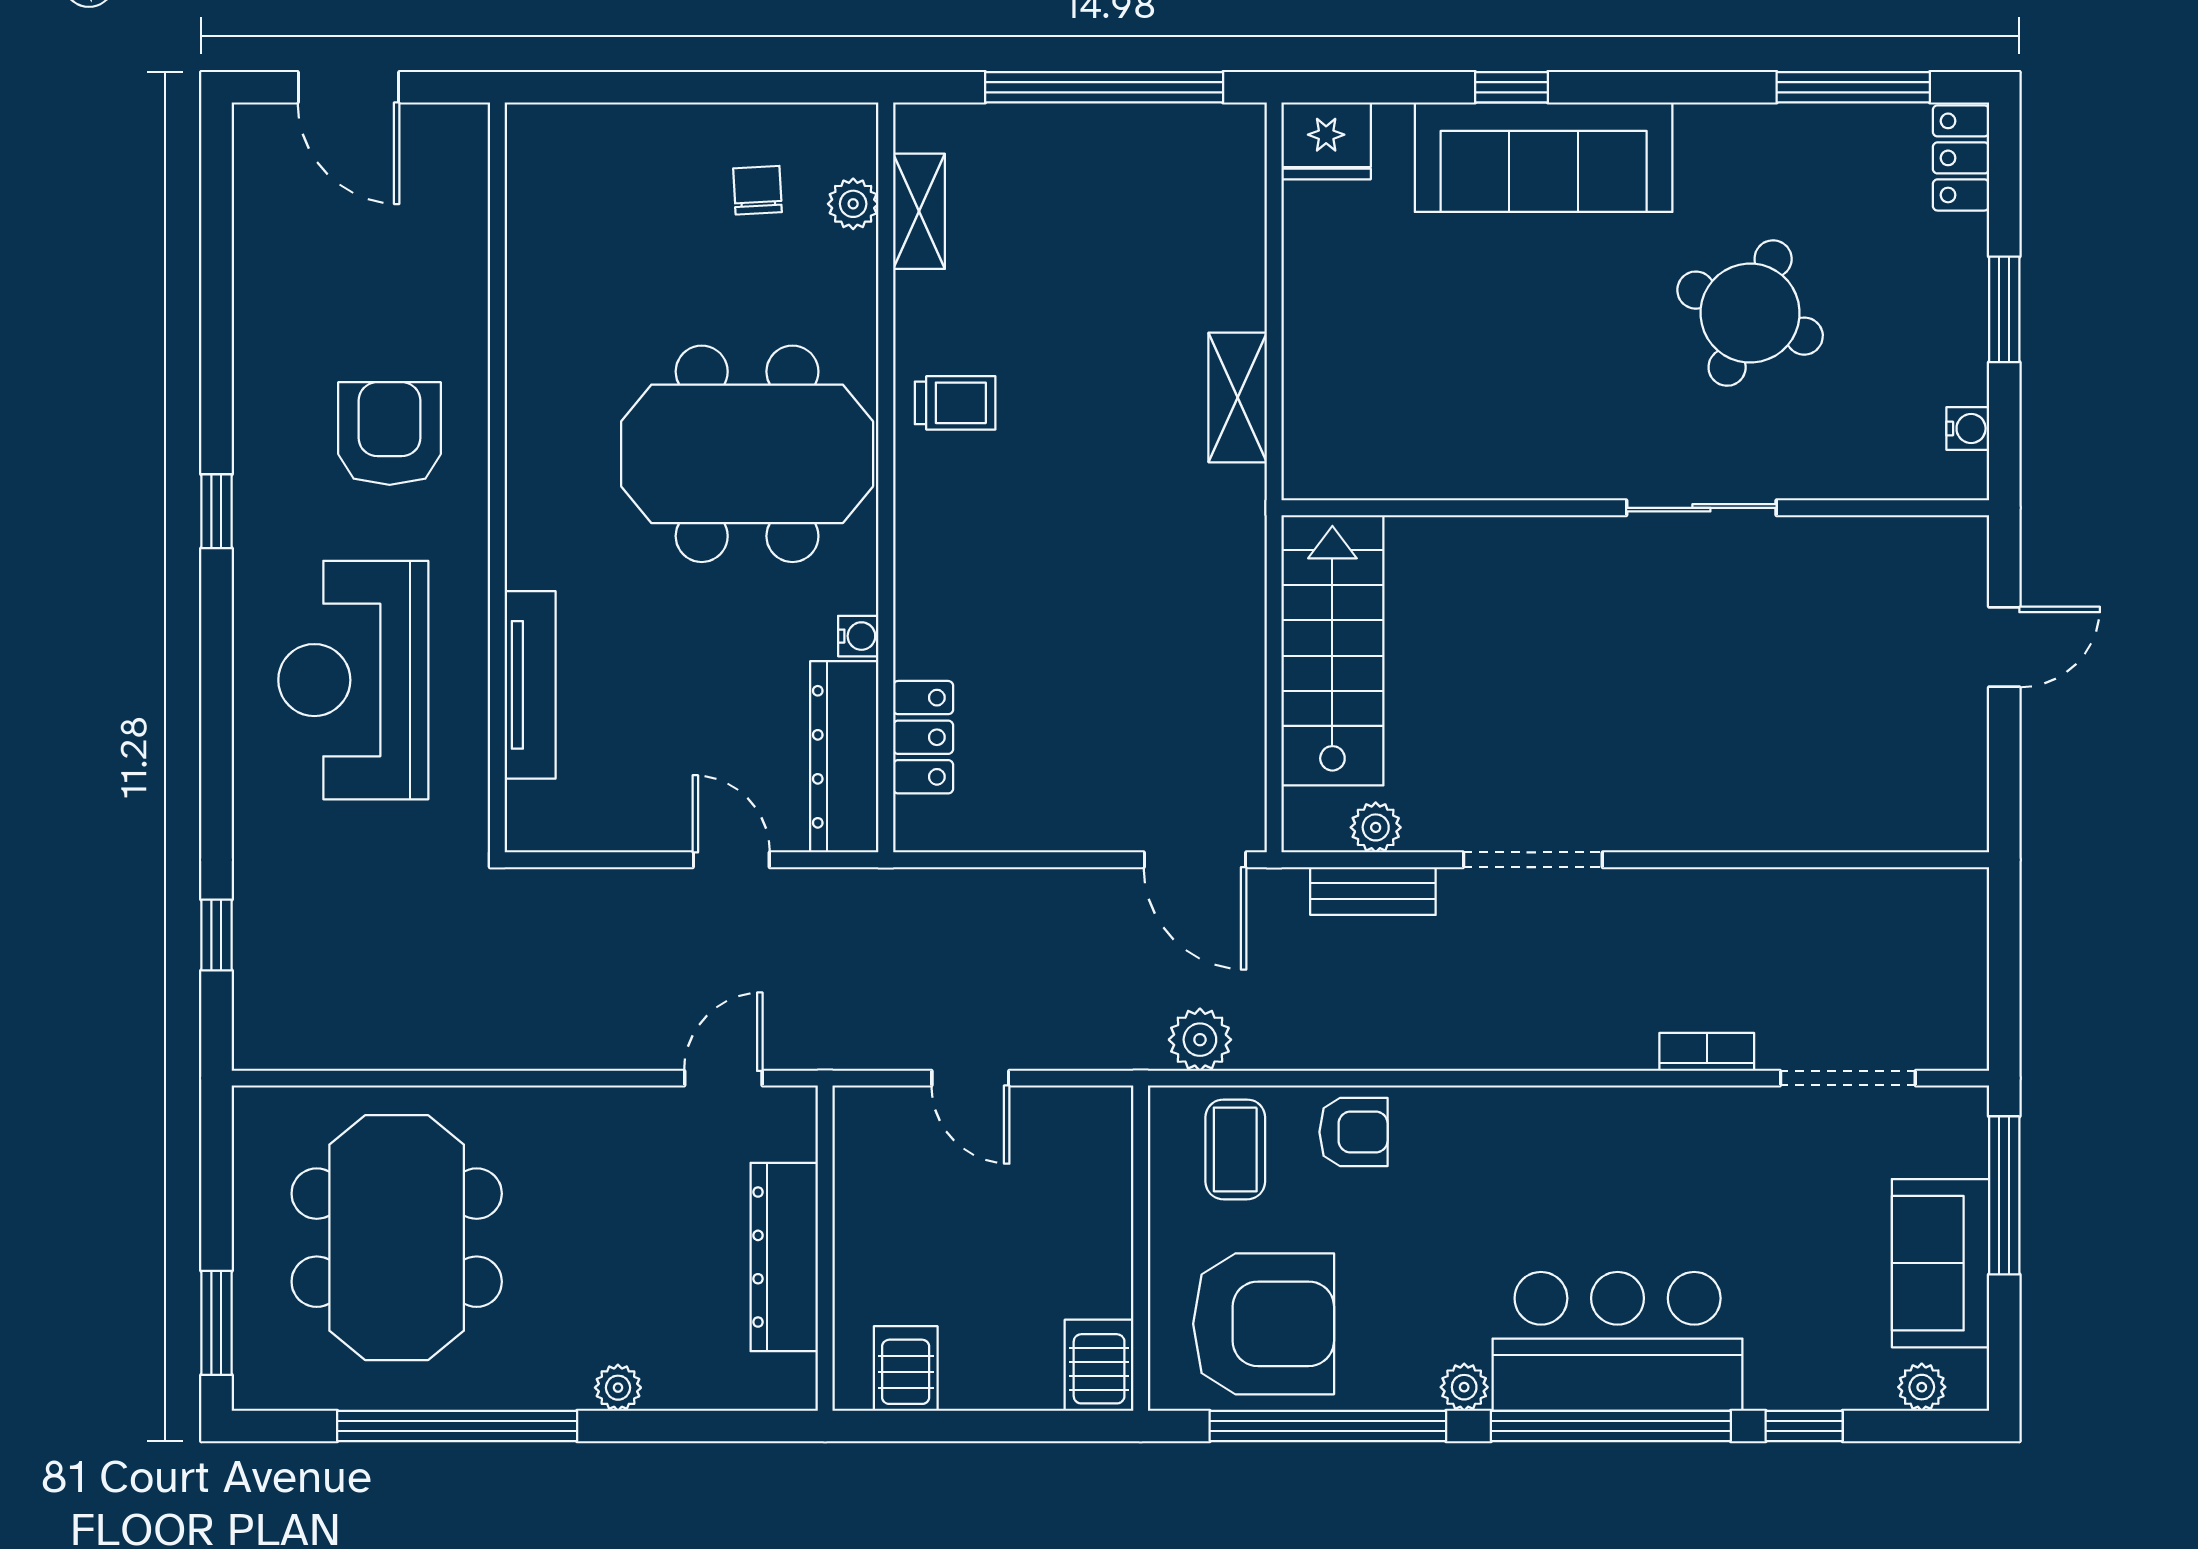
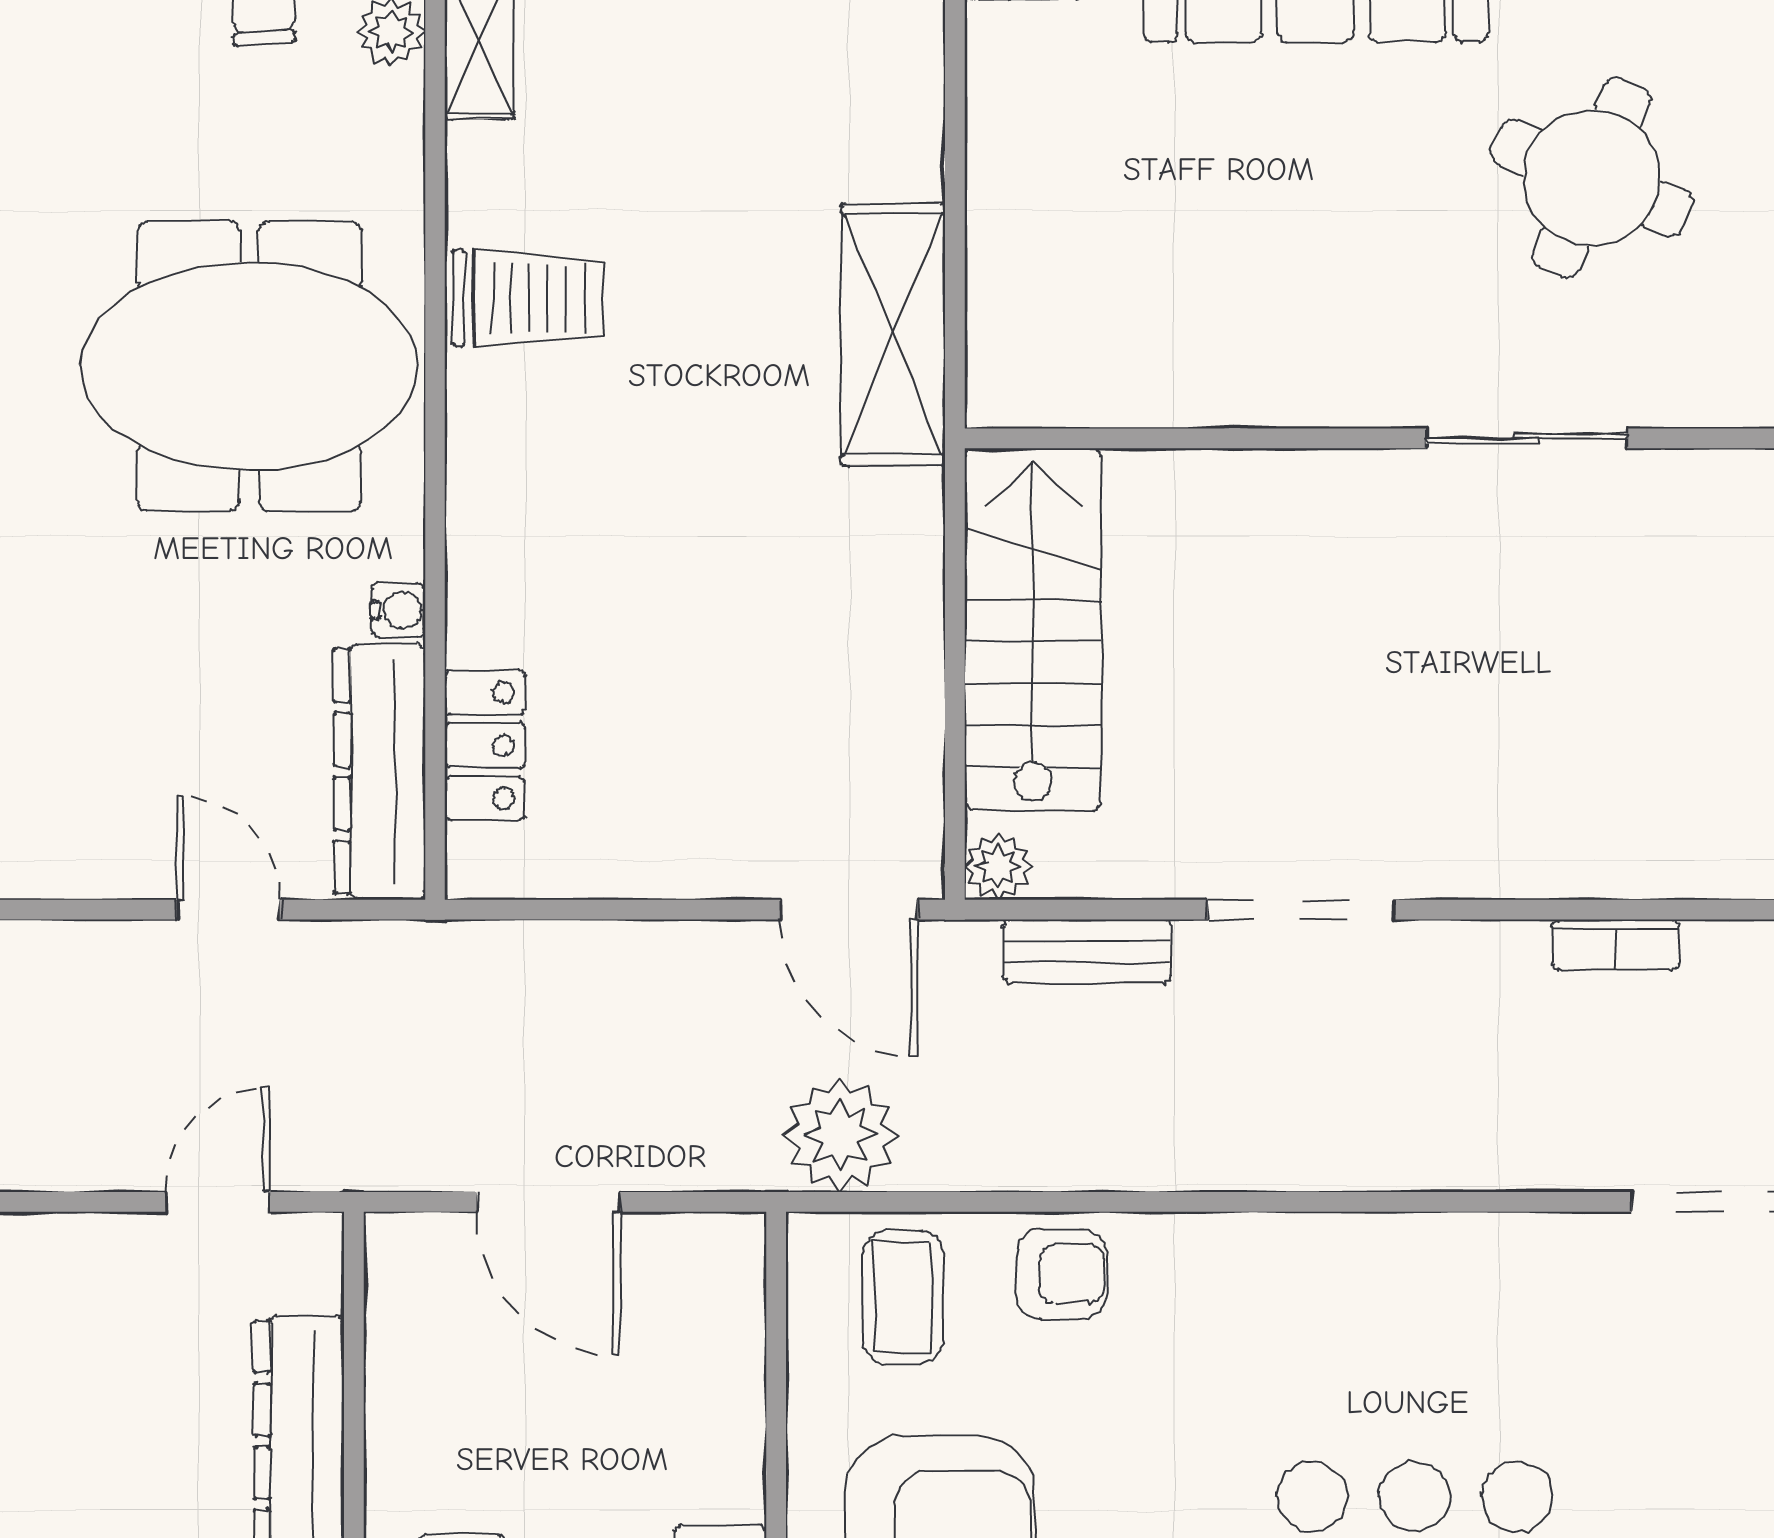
shelving: (1238, 397) -> (893, 334), width x1.50, depth x1.33
trolley: (955, 403) -> (528, 298), width x1.36, depth x1.39
plant: (1376, 827) -> (998, 866), moved
plant: (1200, 1040) -> (840, 1135), width x1.36, depth x1.36
bookcase: (1707, 1052) -> (1616, 945), moved, turned 180
door: (970, 1078) -> (548, 1202), width x1.38

